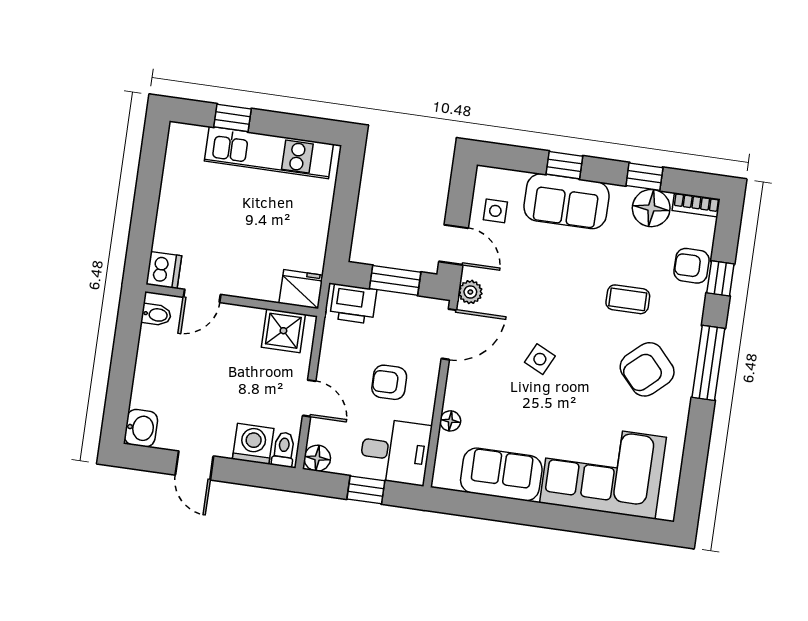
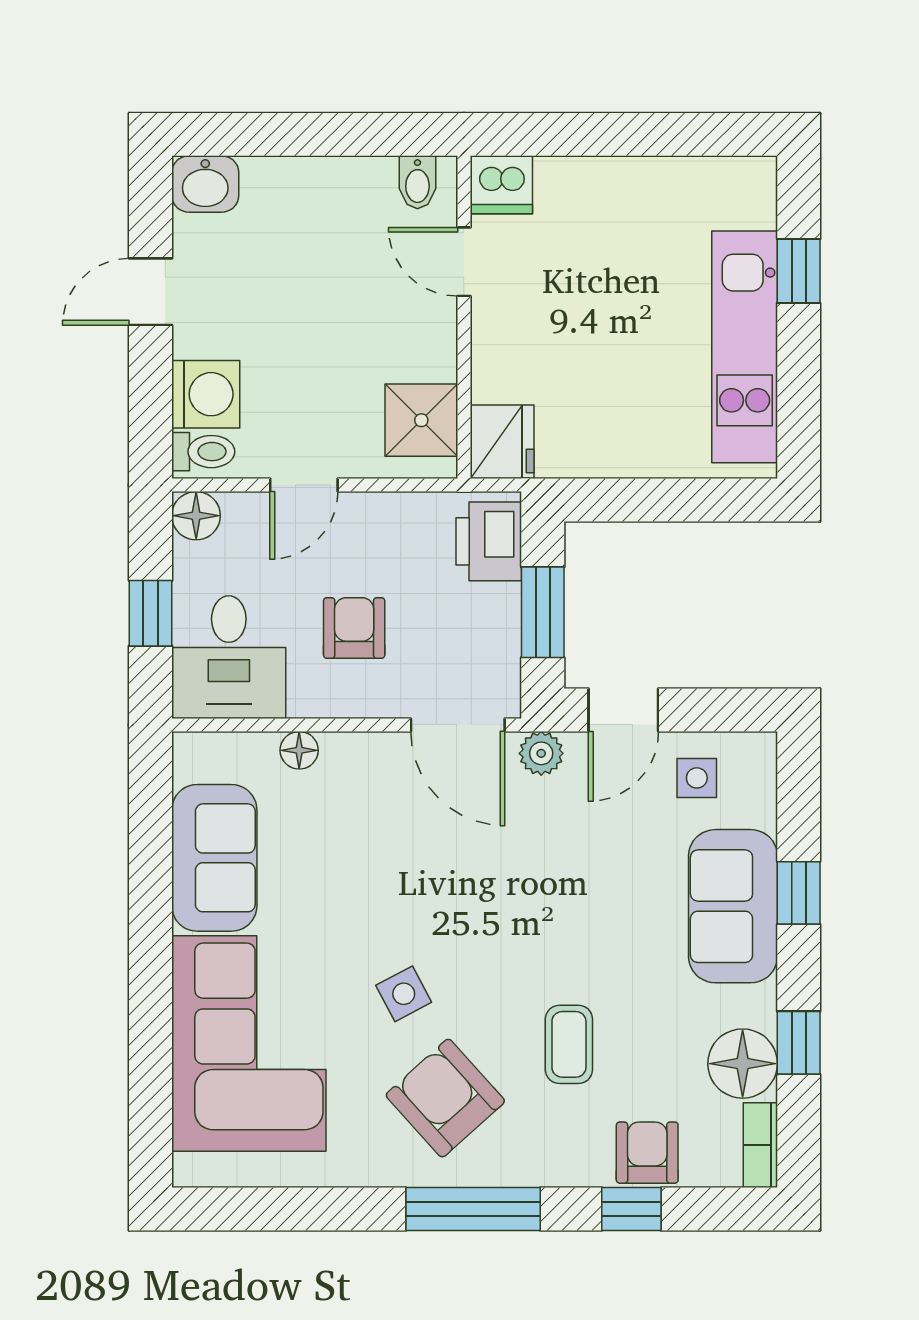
side table: (540, 359) -> (404, 994), moved, turned 36

